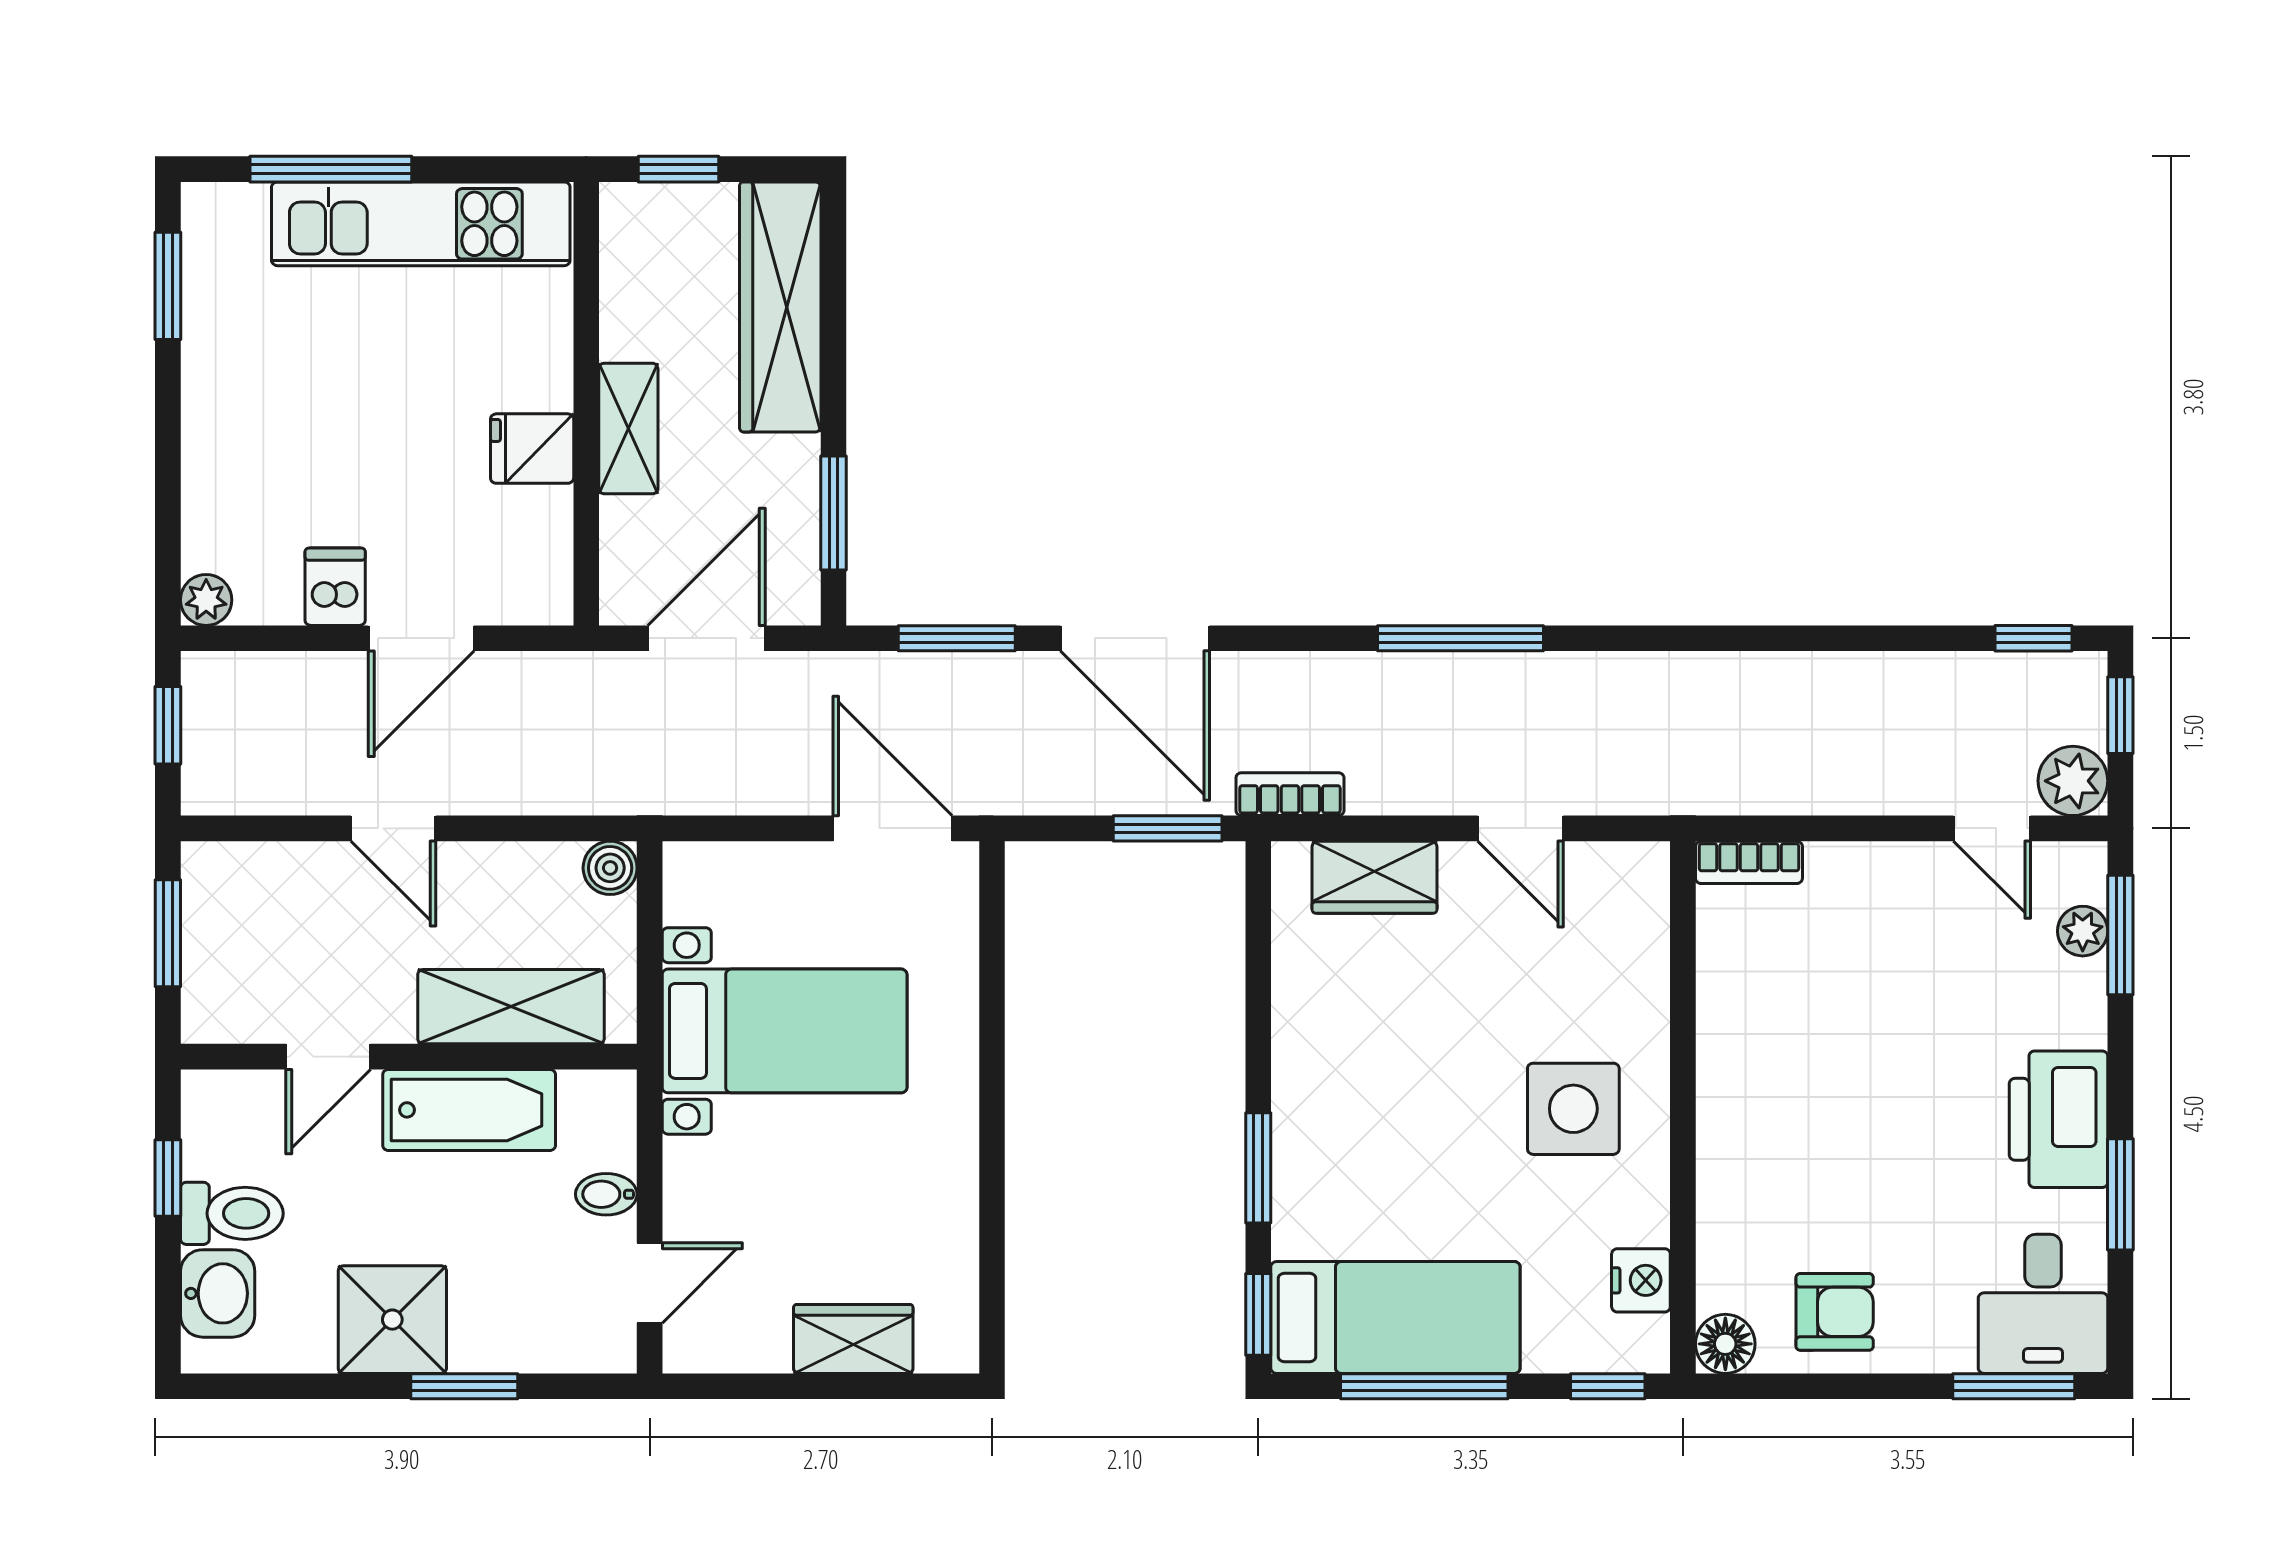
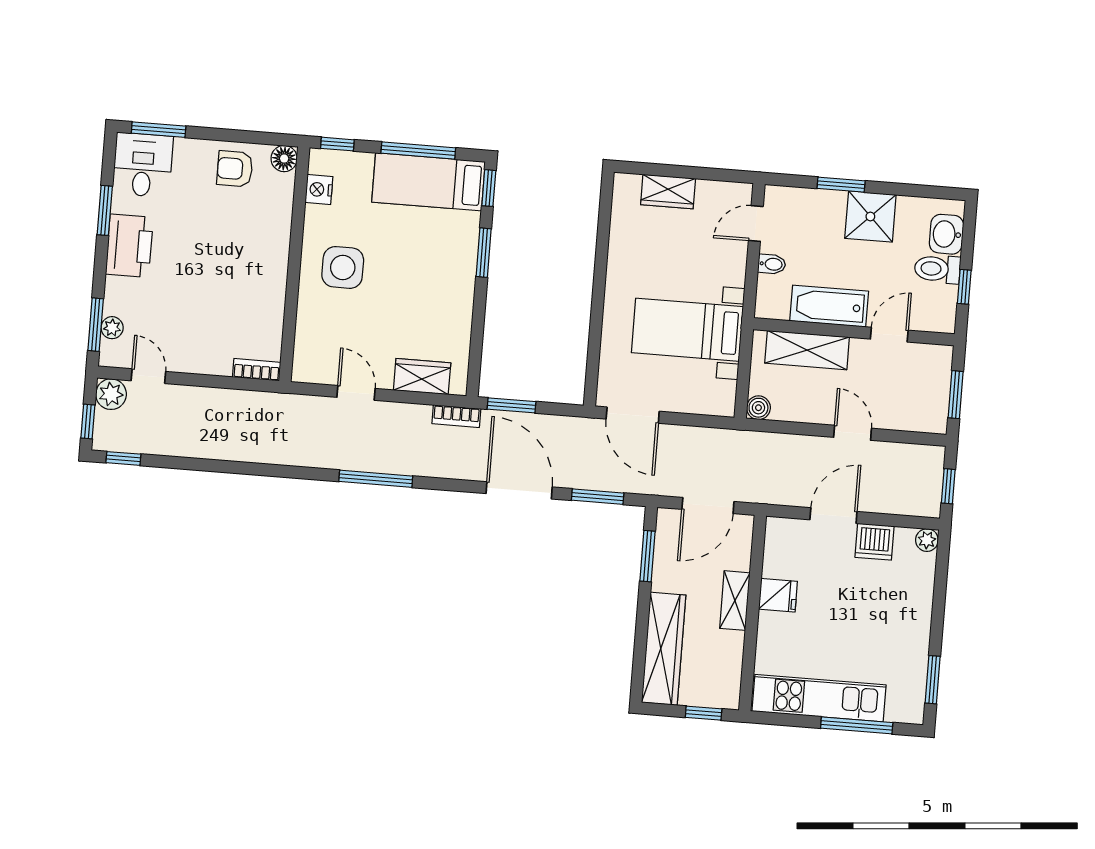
dishwasher: (335, 587) -> (875, 542), width x1.38

